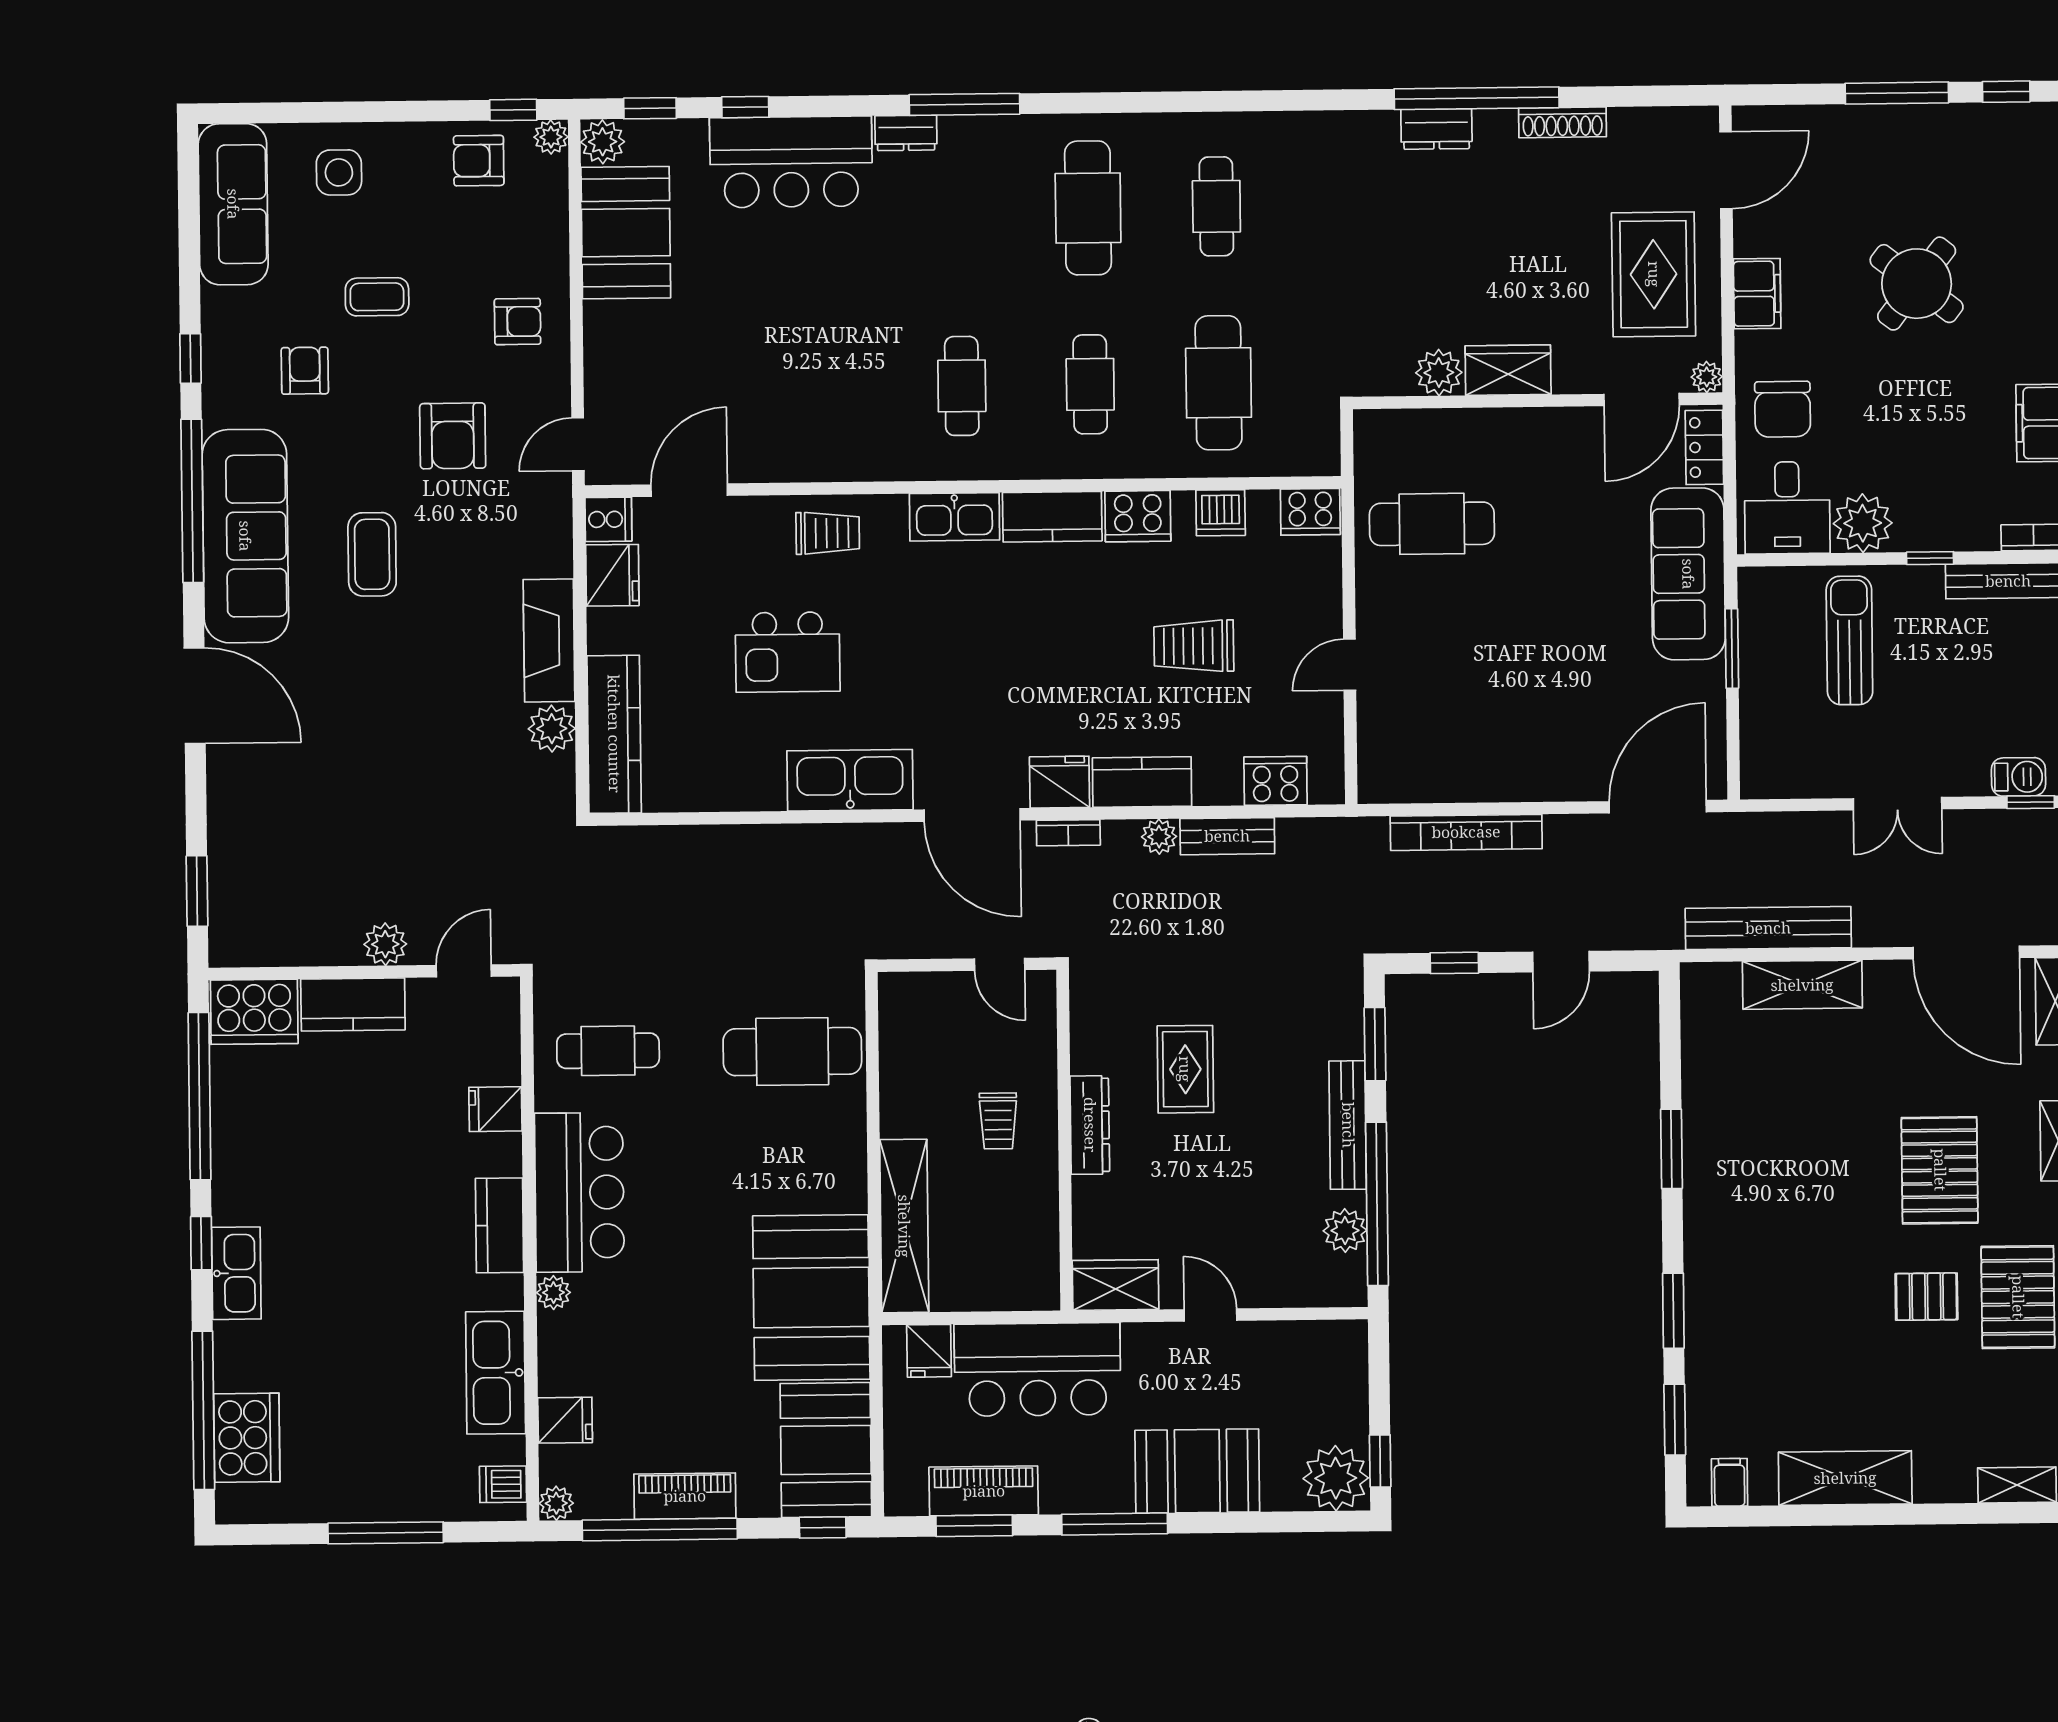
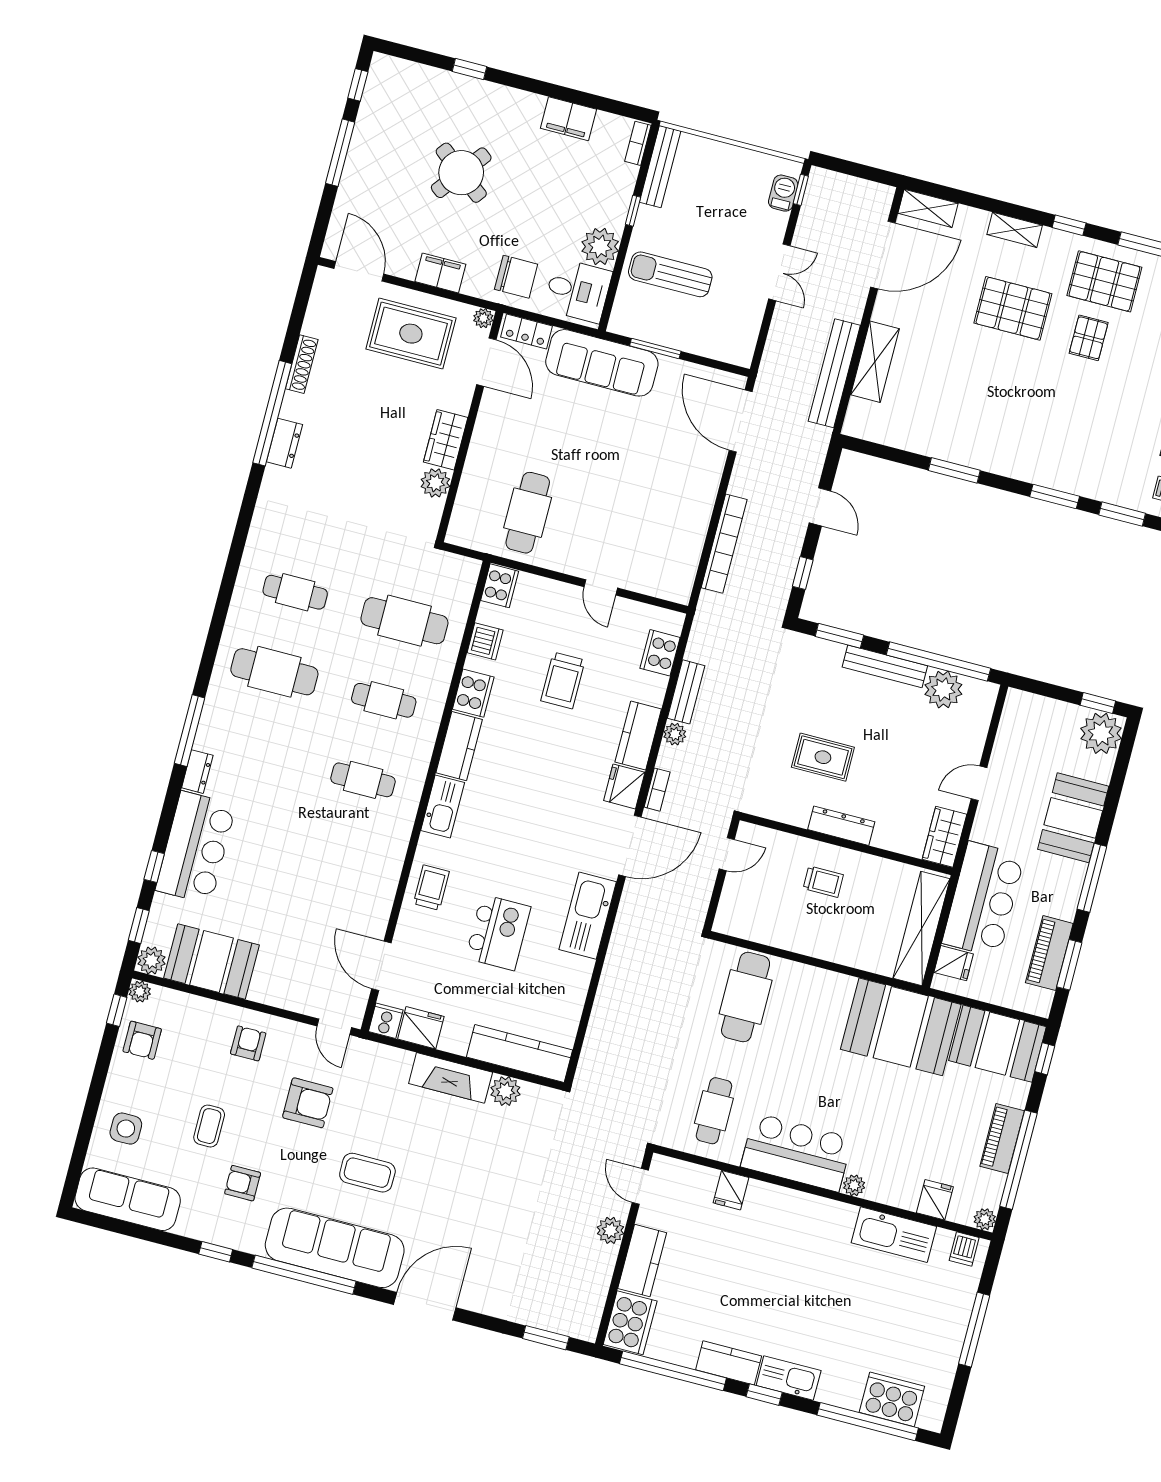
kitchen counter: (500, 1225) -> (729, 1363), moved, turned 180
shelving: (904, 1226) -> (921, 929), moved, turned 90
plant: (1345, 1231) -> (943, 689), width x1.36, depth x1.36

